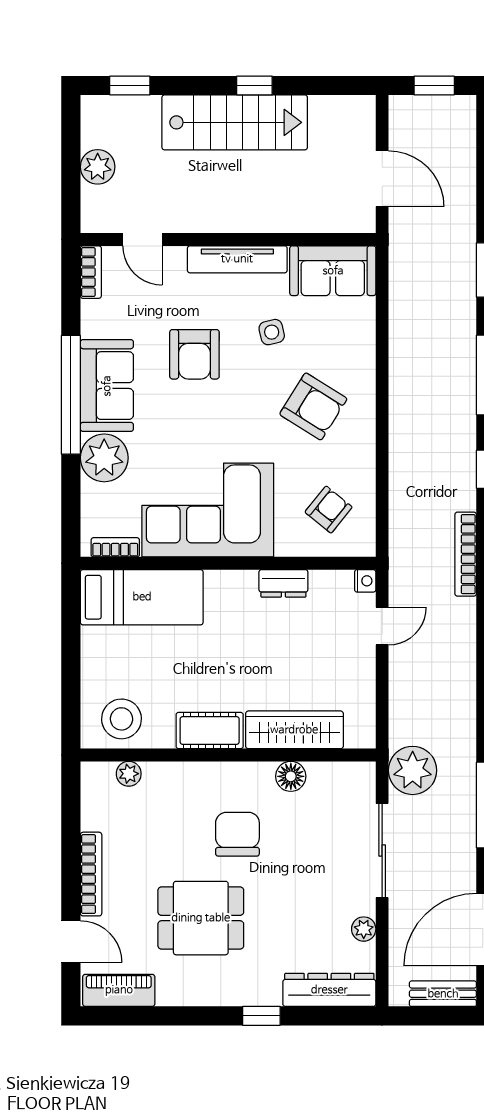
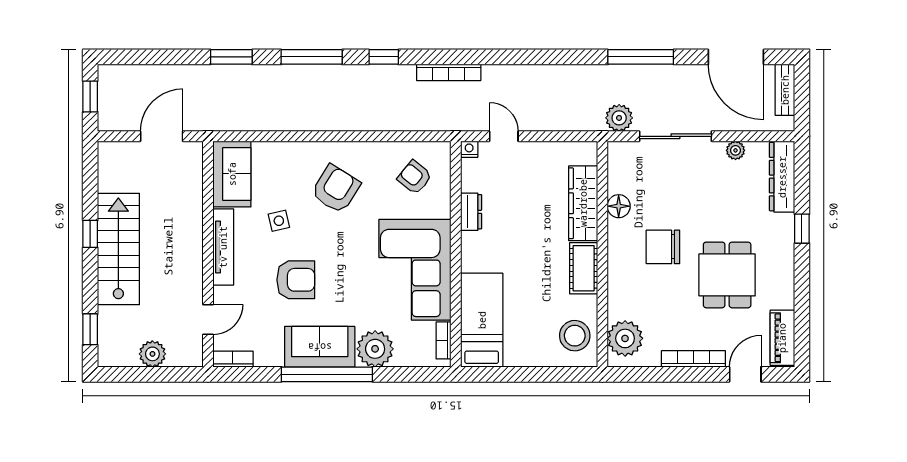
plant: (413, 770) -> (619, 118), width x0.73, depth x0.73
plant: (129, 774) -> (625, 338), width x1.87, depth x1.87

